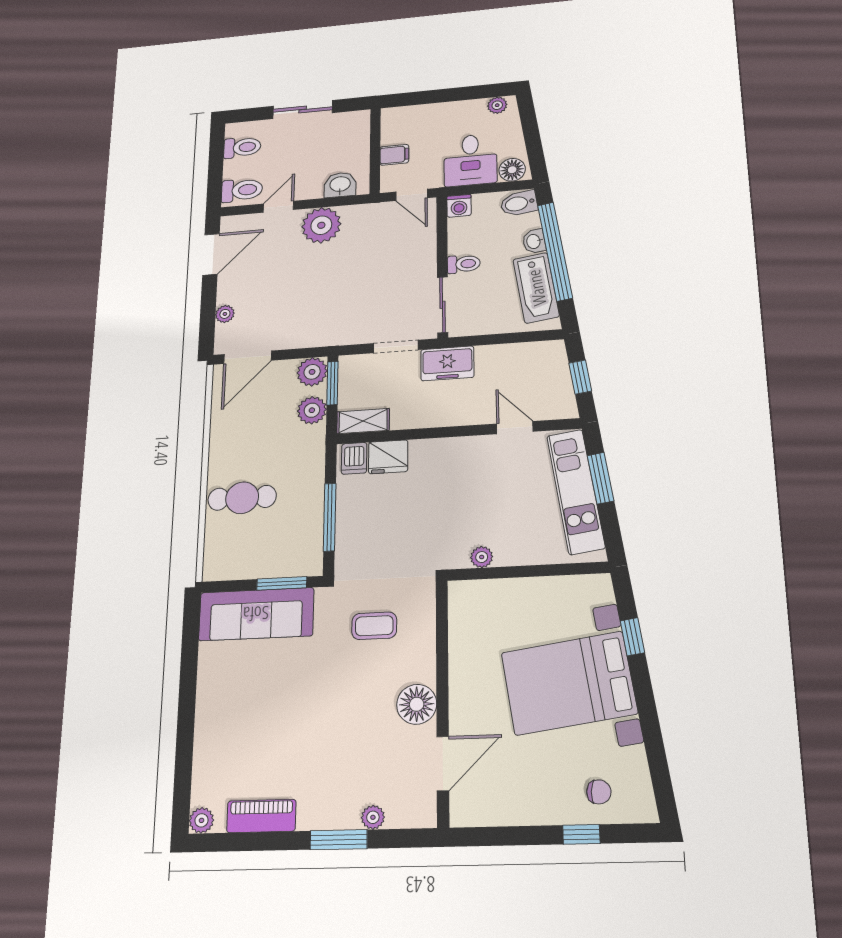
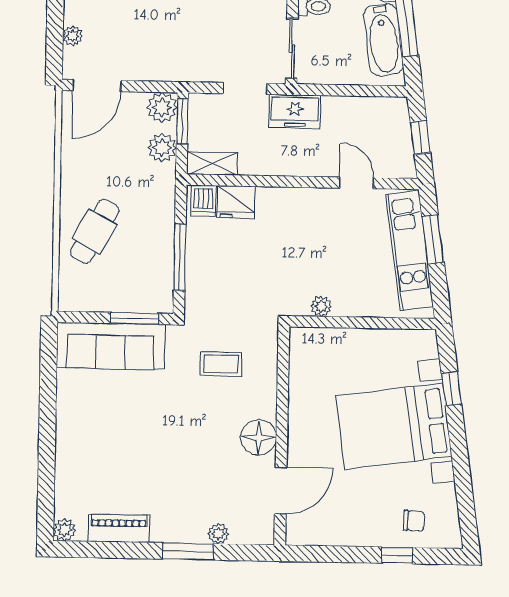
cafe table: (242, 498) -> (95, 231), turned -61

